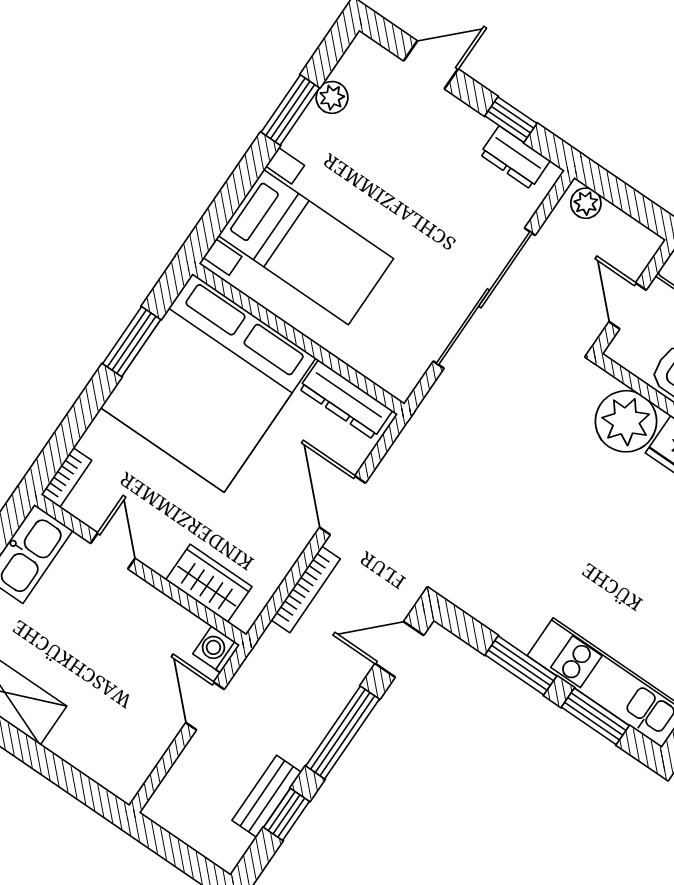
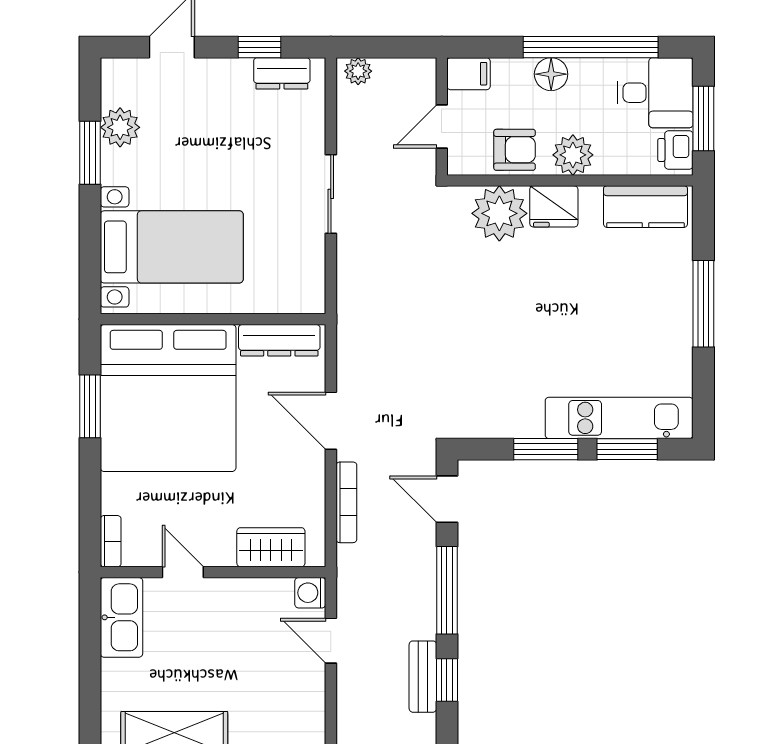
plant: (332, 97) -> (120, 127), width x1.38, depth x1.38
sliding door: (484, 298) -> (331, 194), width x0.54
door: (628, 306) -> (442, 126), hinge flipped
door: (399, 649) -> (447, 499), hinge flipped

